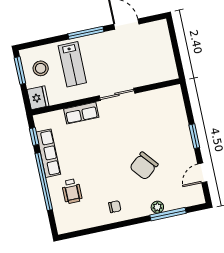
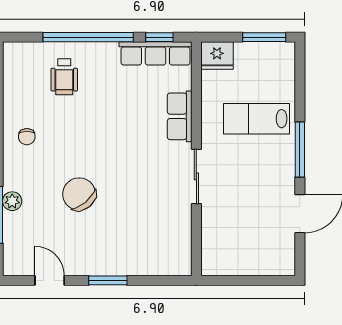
stool: (41, 68) -> (261, 69), removed
row of seats: (48, 153) -> (156, 53), moved
wheelchair: (72, 191) -> (64, 77), turned -90

